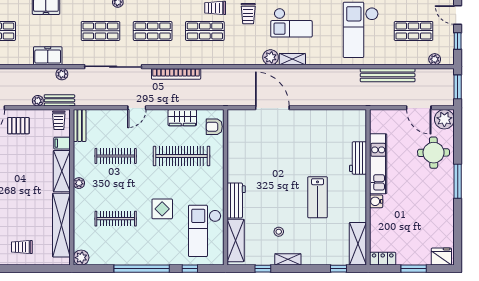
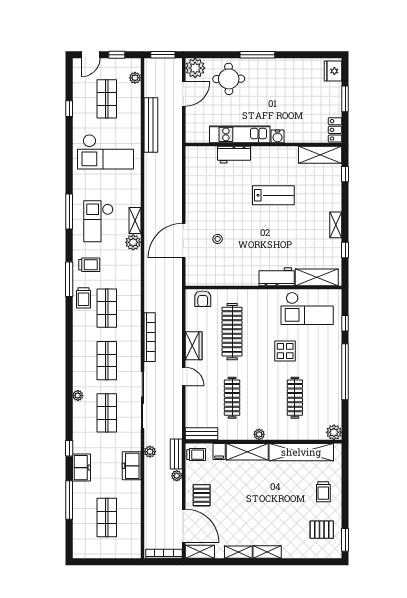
checkout: (291, 23) -> (98, 221), turned 180
wardrobe: (182, 118) -> (194, 346), moved
stool: (279, 232) -> (218, 239), moved

